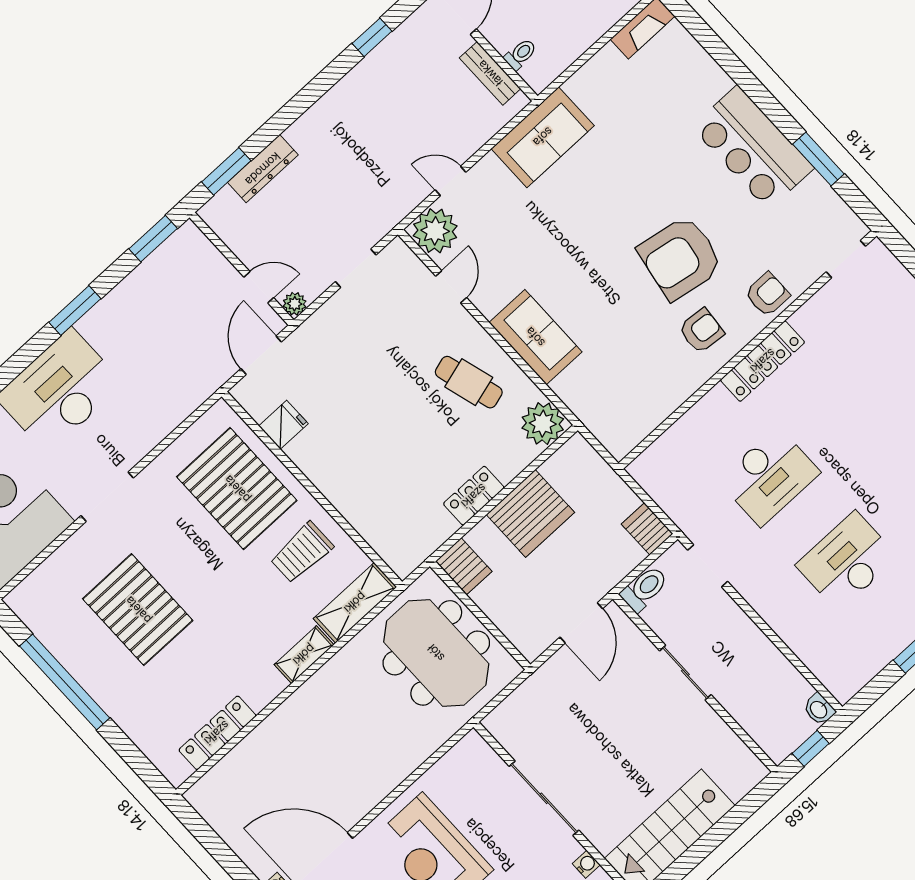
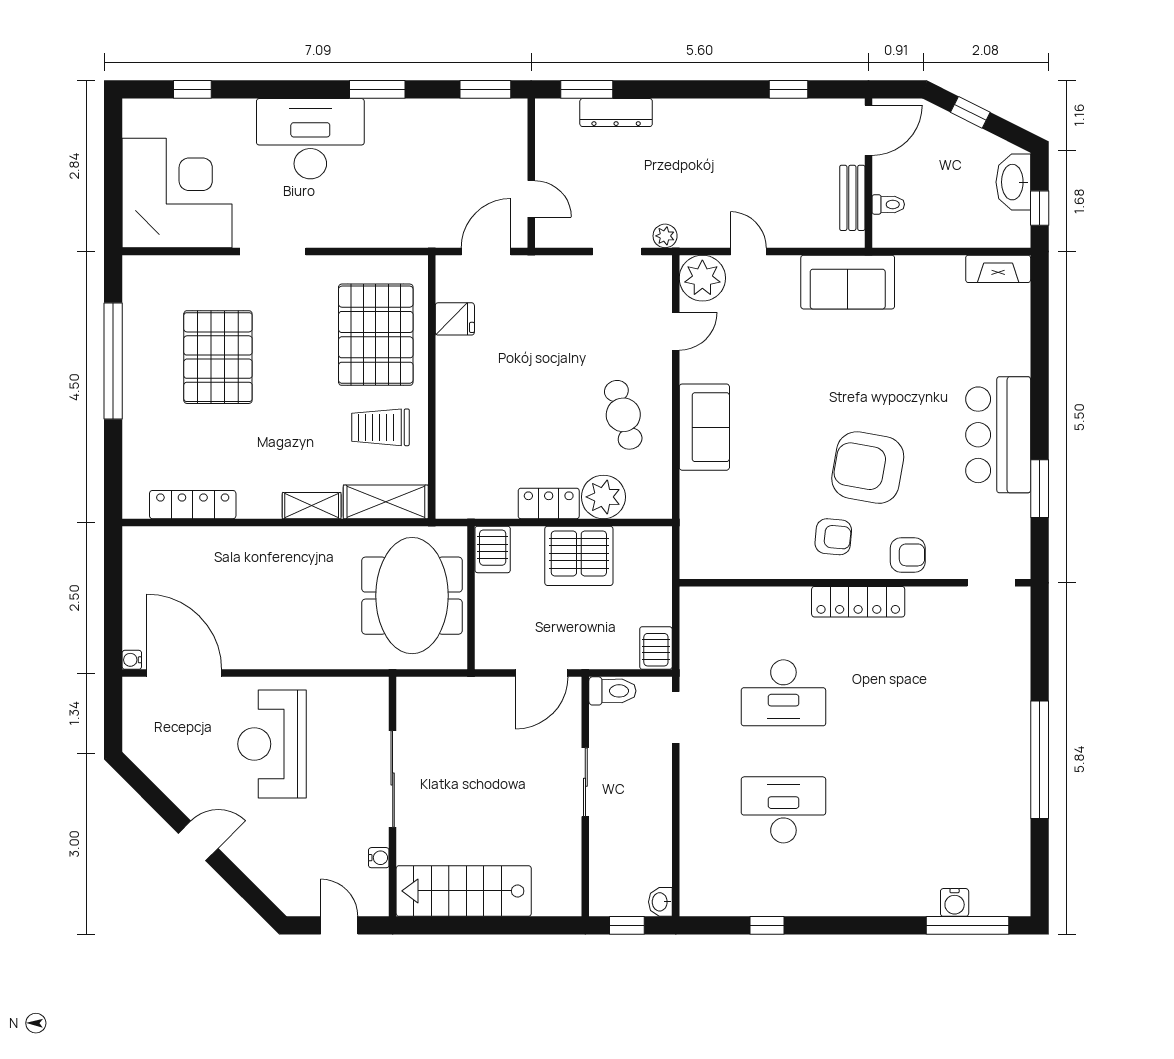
plant: (295, 304) -> (665, 236), moved
plant: (543, 424) -> (603, 497), moved

